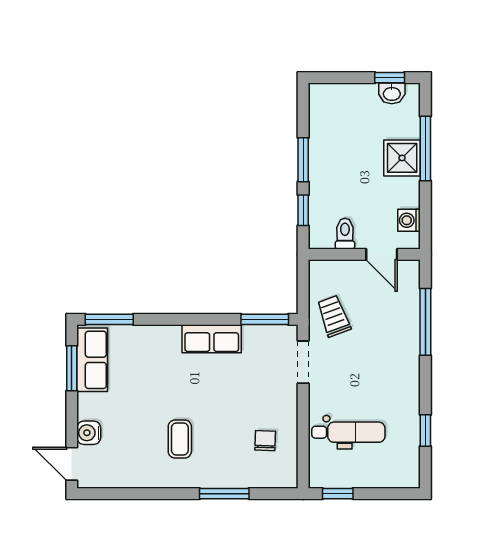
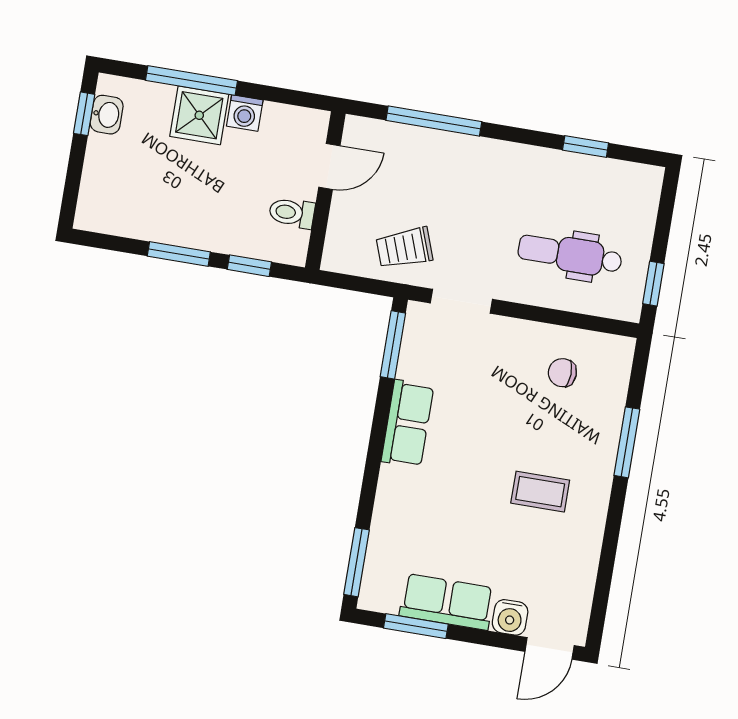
washing machine: (409, 220) -> (245, 113), moved
row of seats: (92, 360) -> (447, 602), moved
dental chair: (348, 432) -> (570, 255), turned -90

